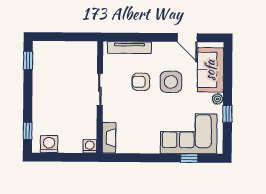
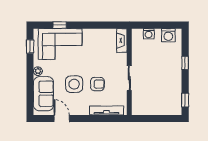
window: (227, 114) -> (30, 46), moved
window: (28, 131) -> (185, 63), moved
washing machine: (90, 146) -> (149, 34), moved

